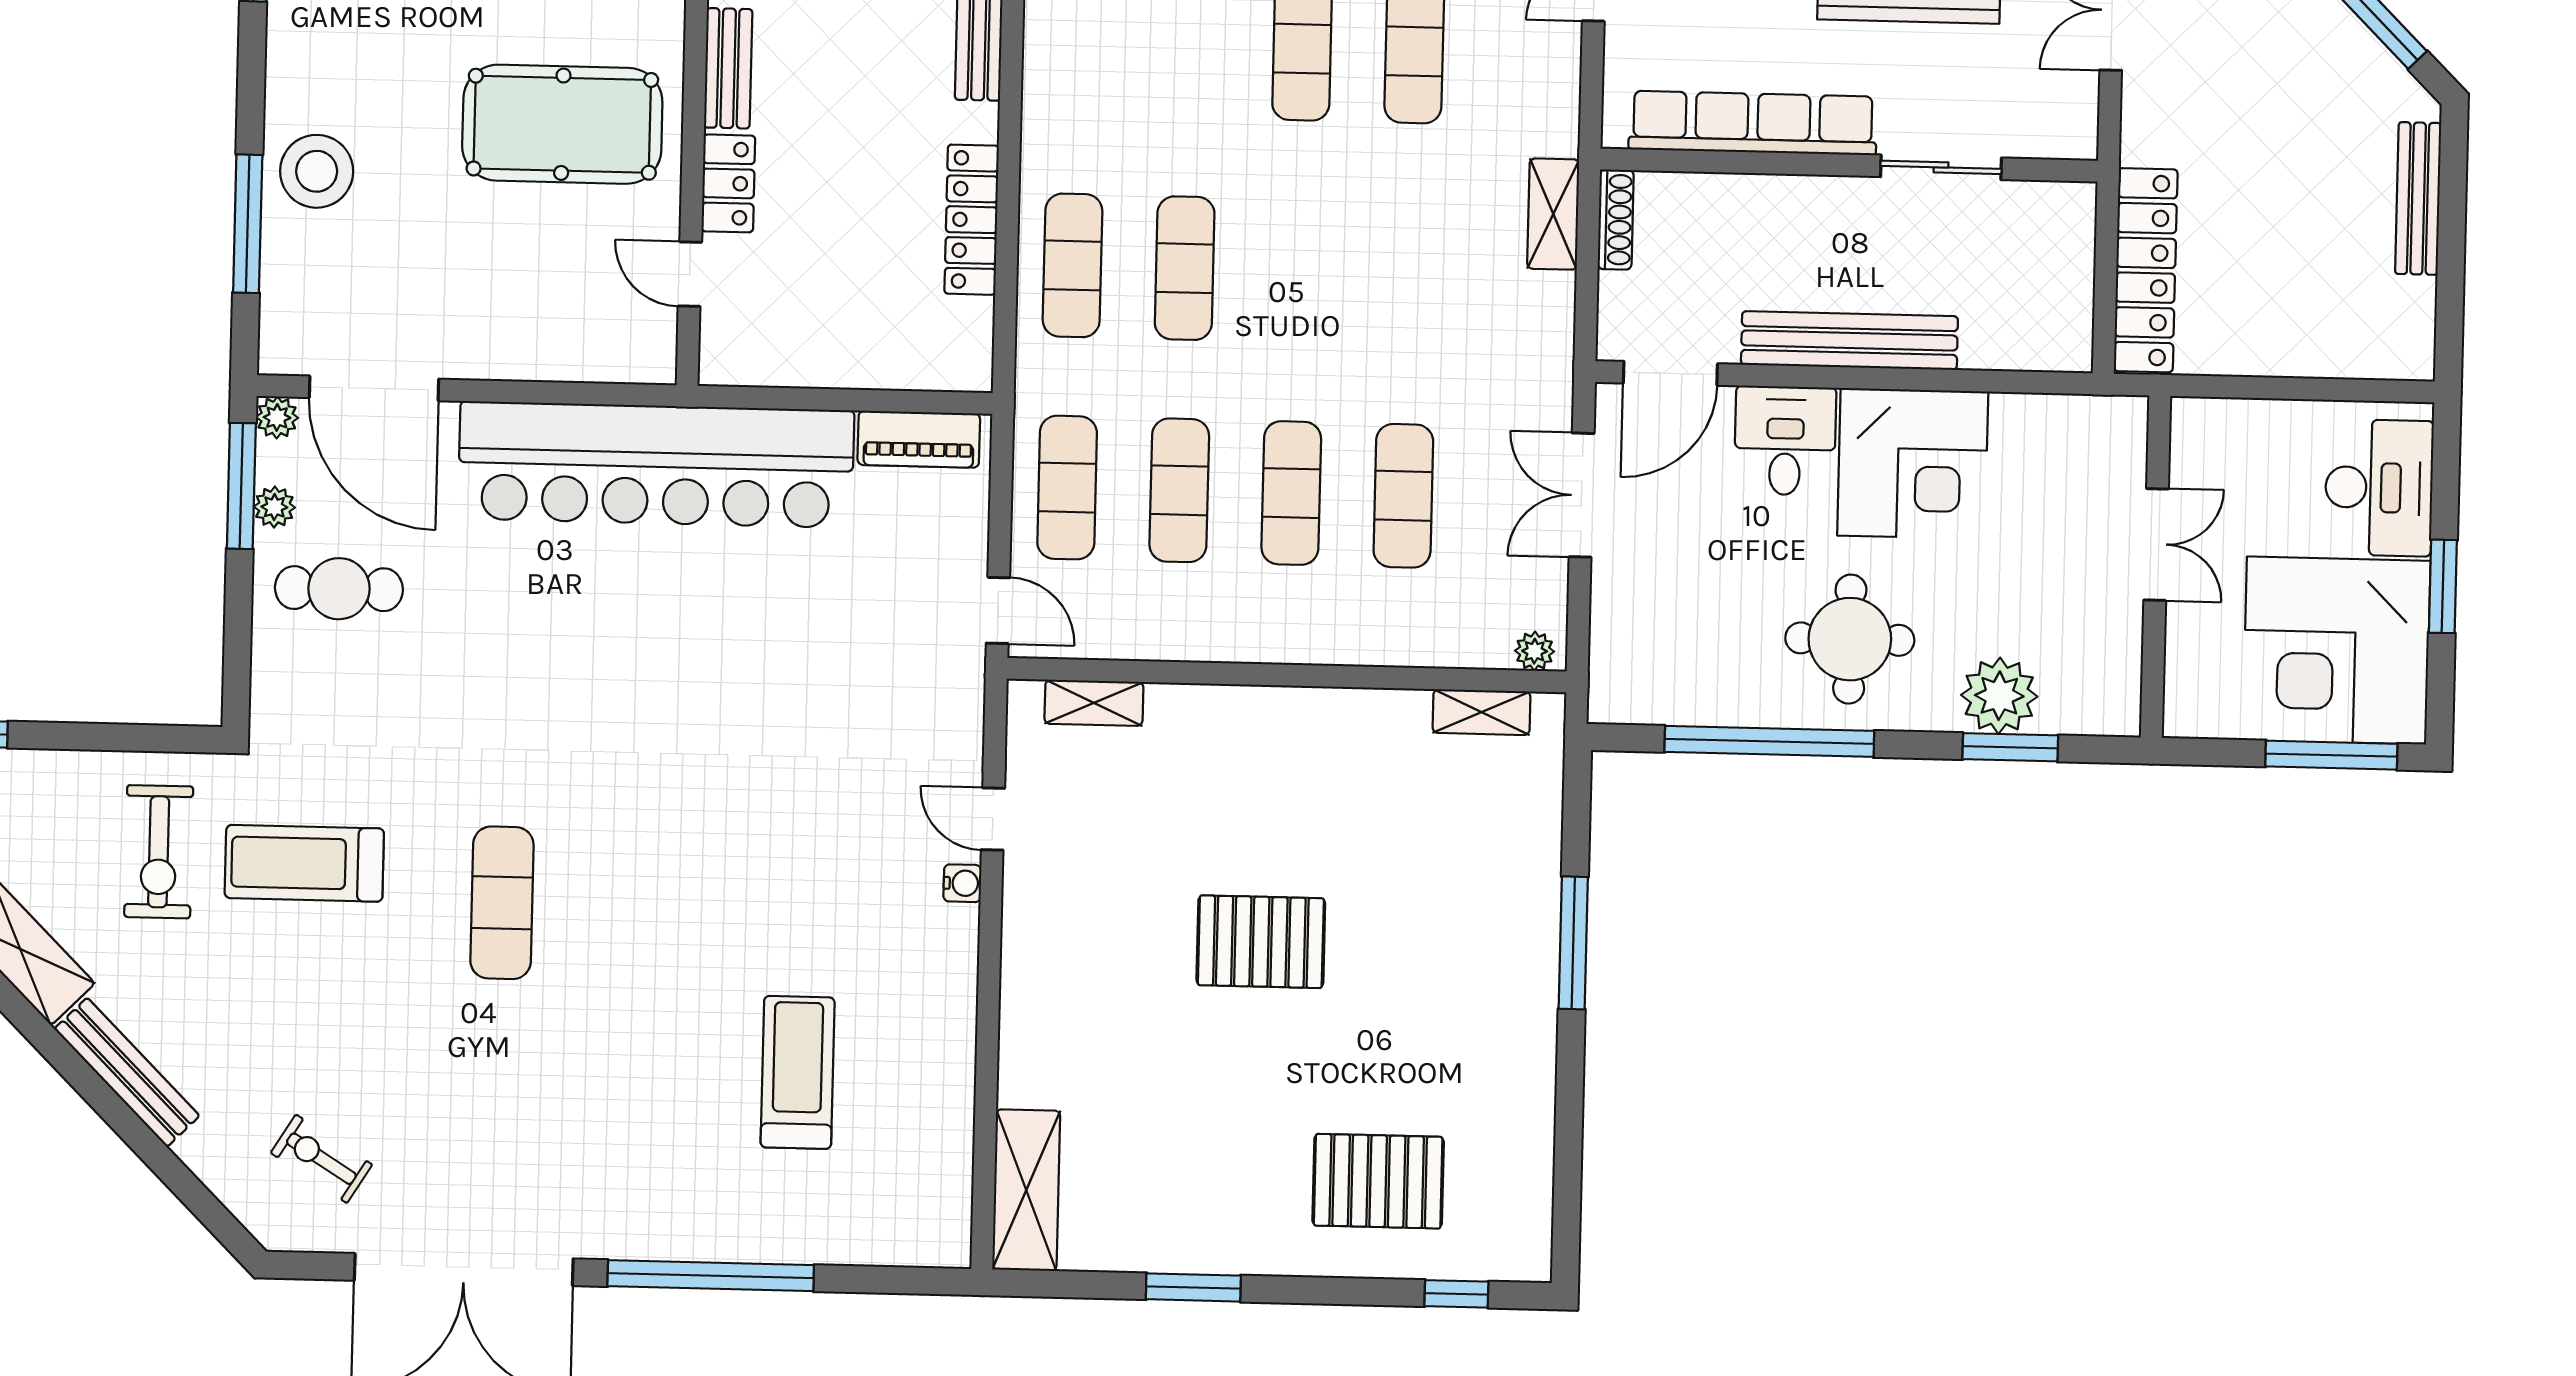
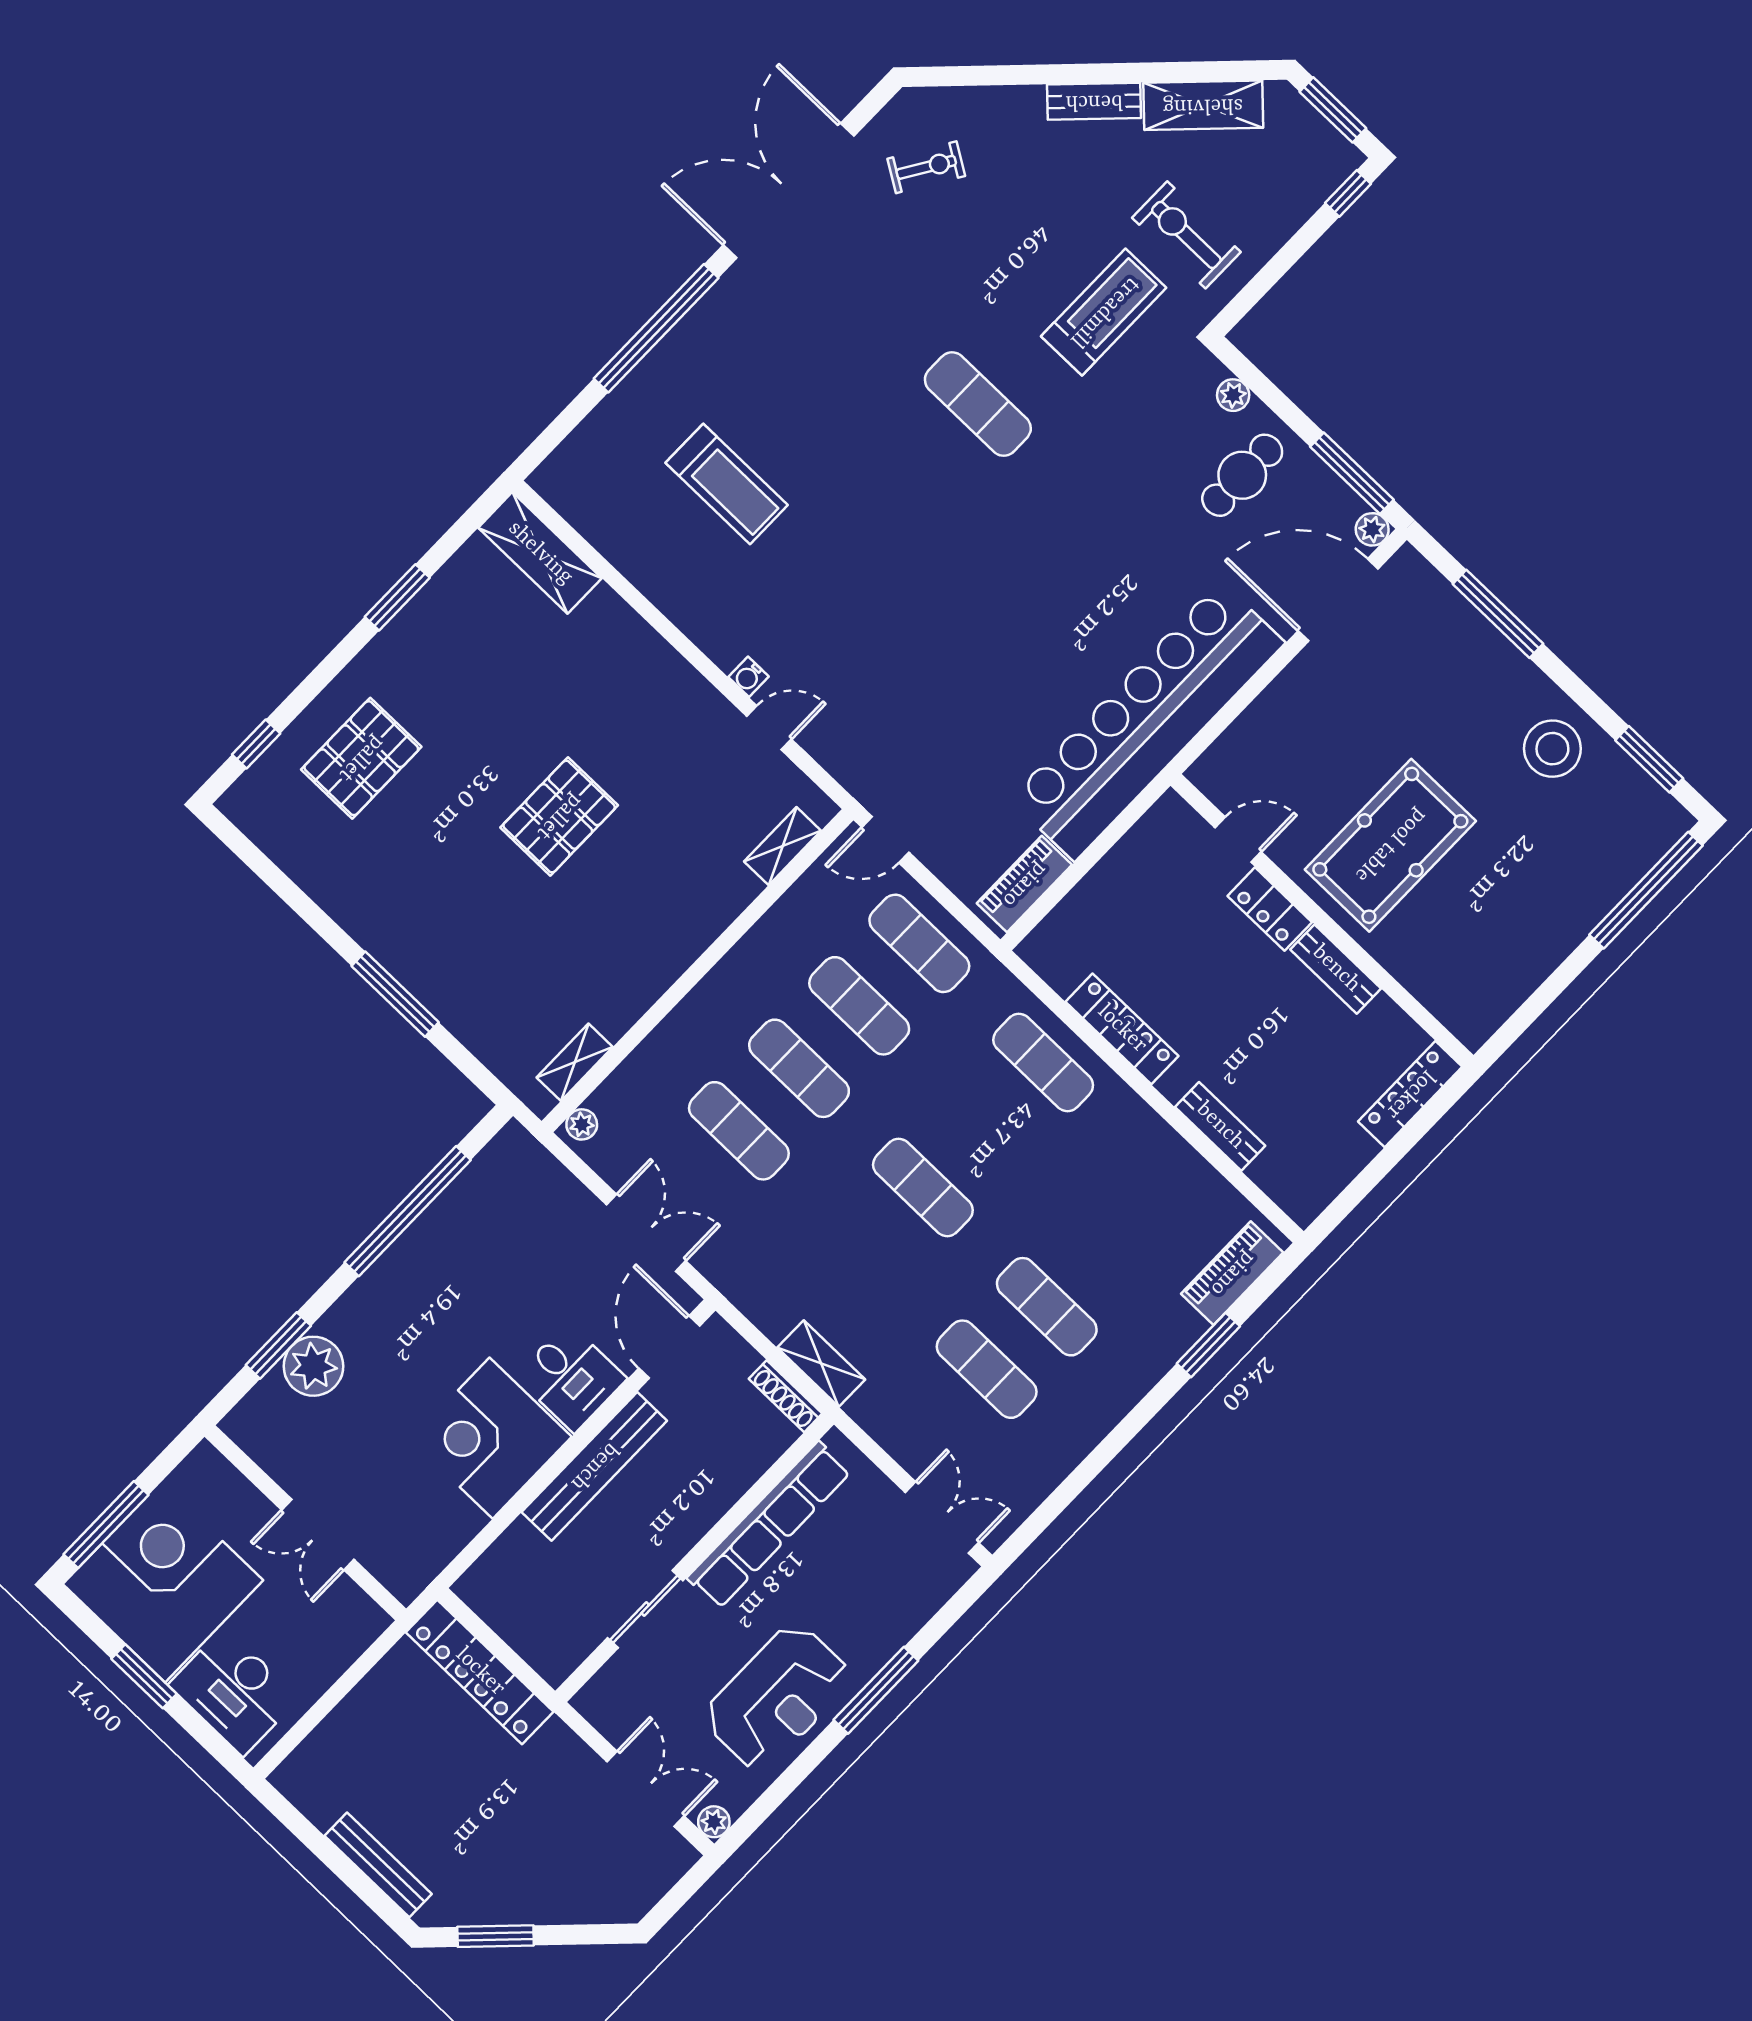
stool: (317, 171) -> (1552, 749), moved
exercise mat: (1185, 268) -> (923, 1187), moved
plant: (274, 507) -> (1233, 395), moved
round table: (1850, 639) -> (424, 1311), removed
bench: (127, 1072) -> (1094, 101), width x0.73

